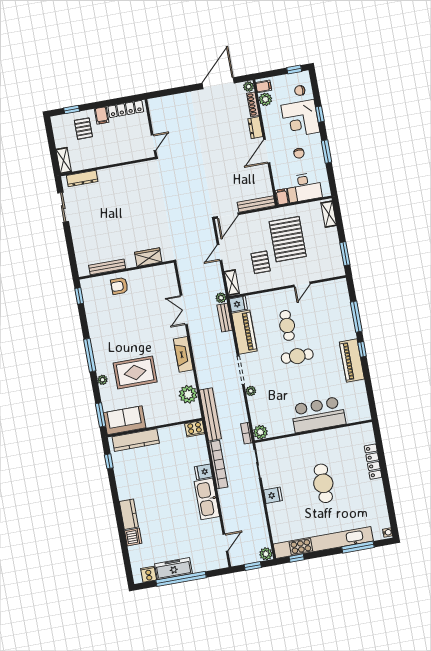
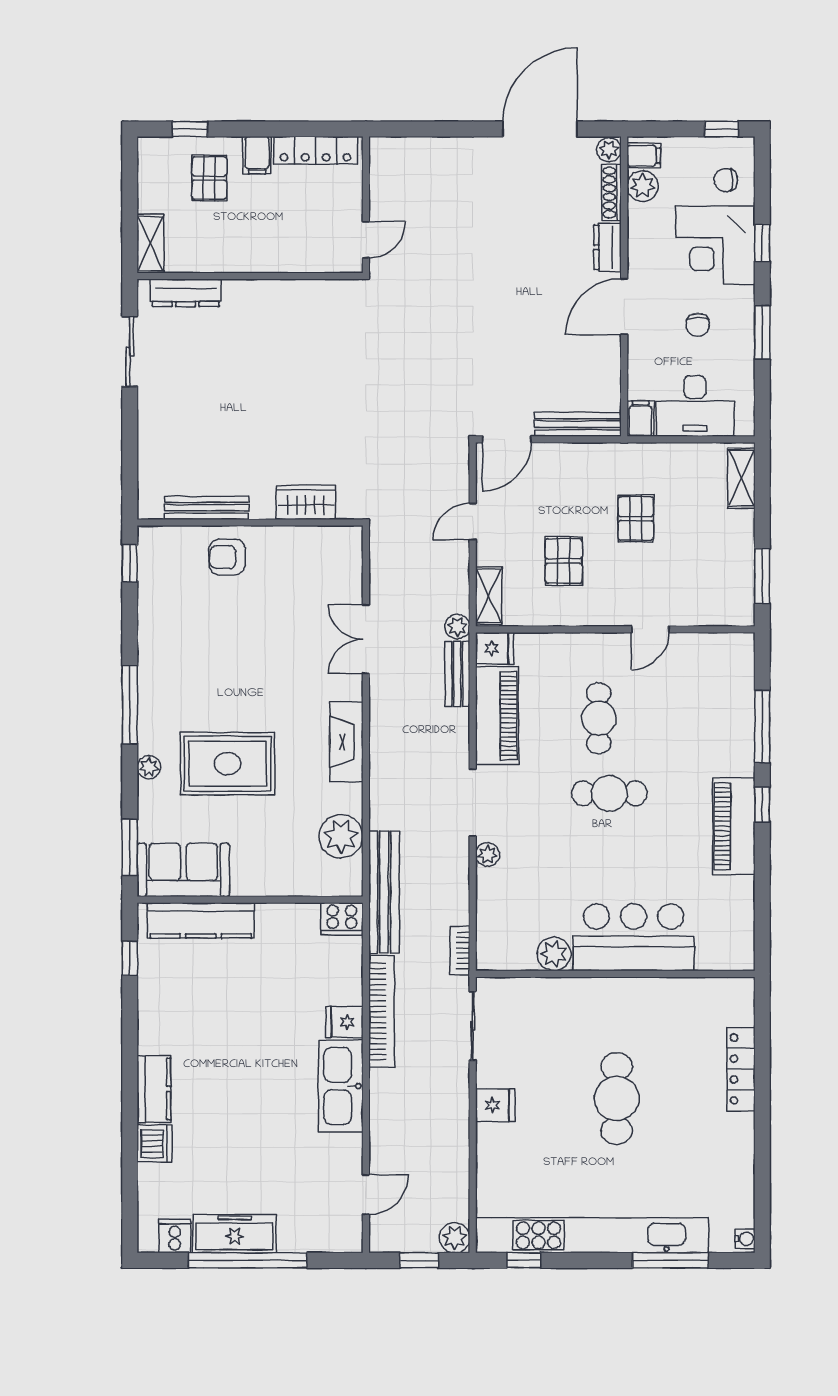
pallet: (288, 239) -> (636, 519), width x0.49, depth x0.50
plant: (260, 432) -> (554, 954), moved

